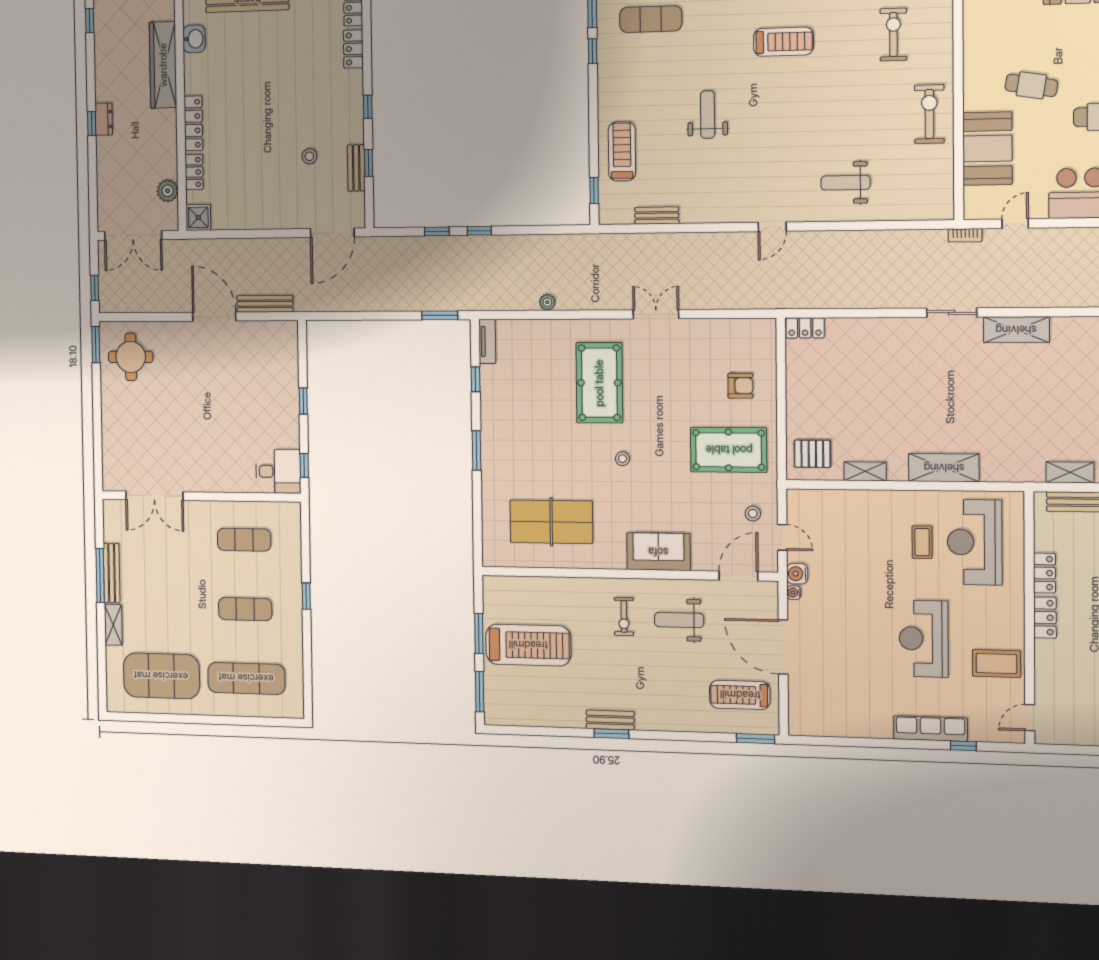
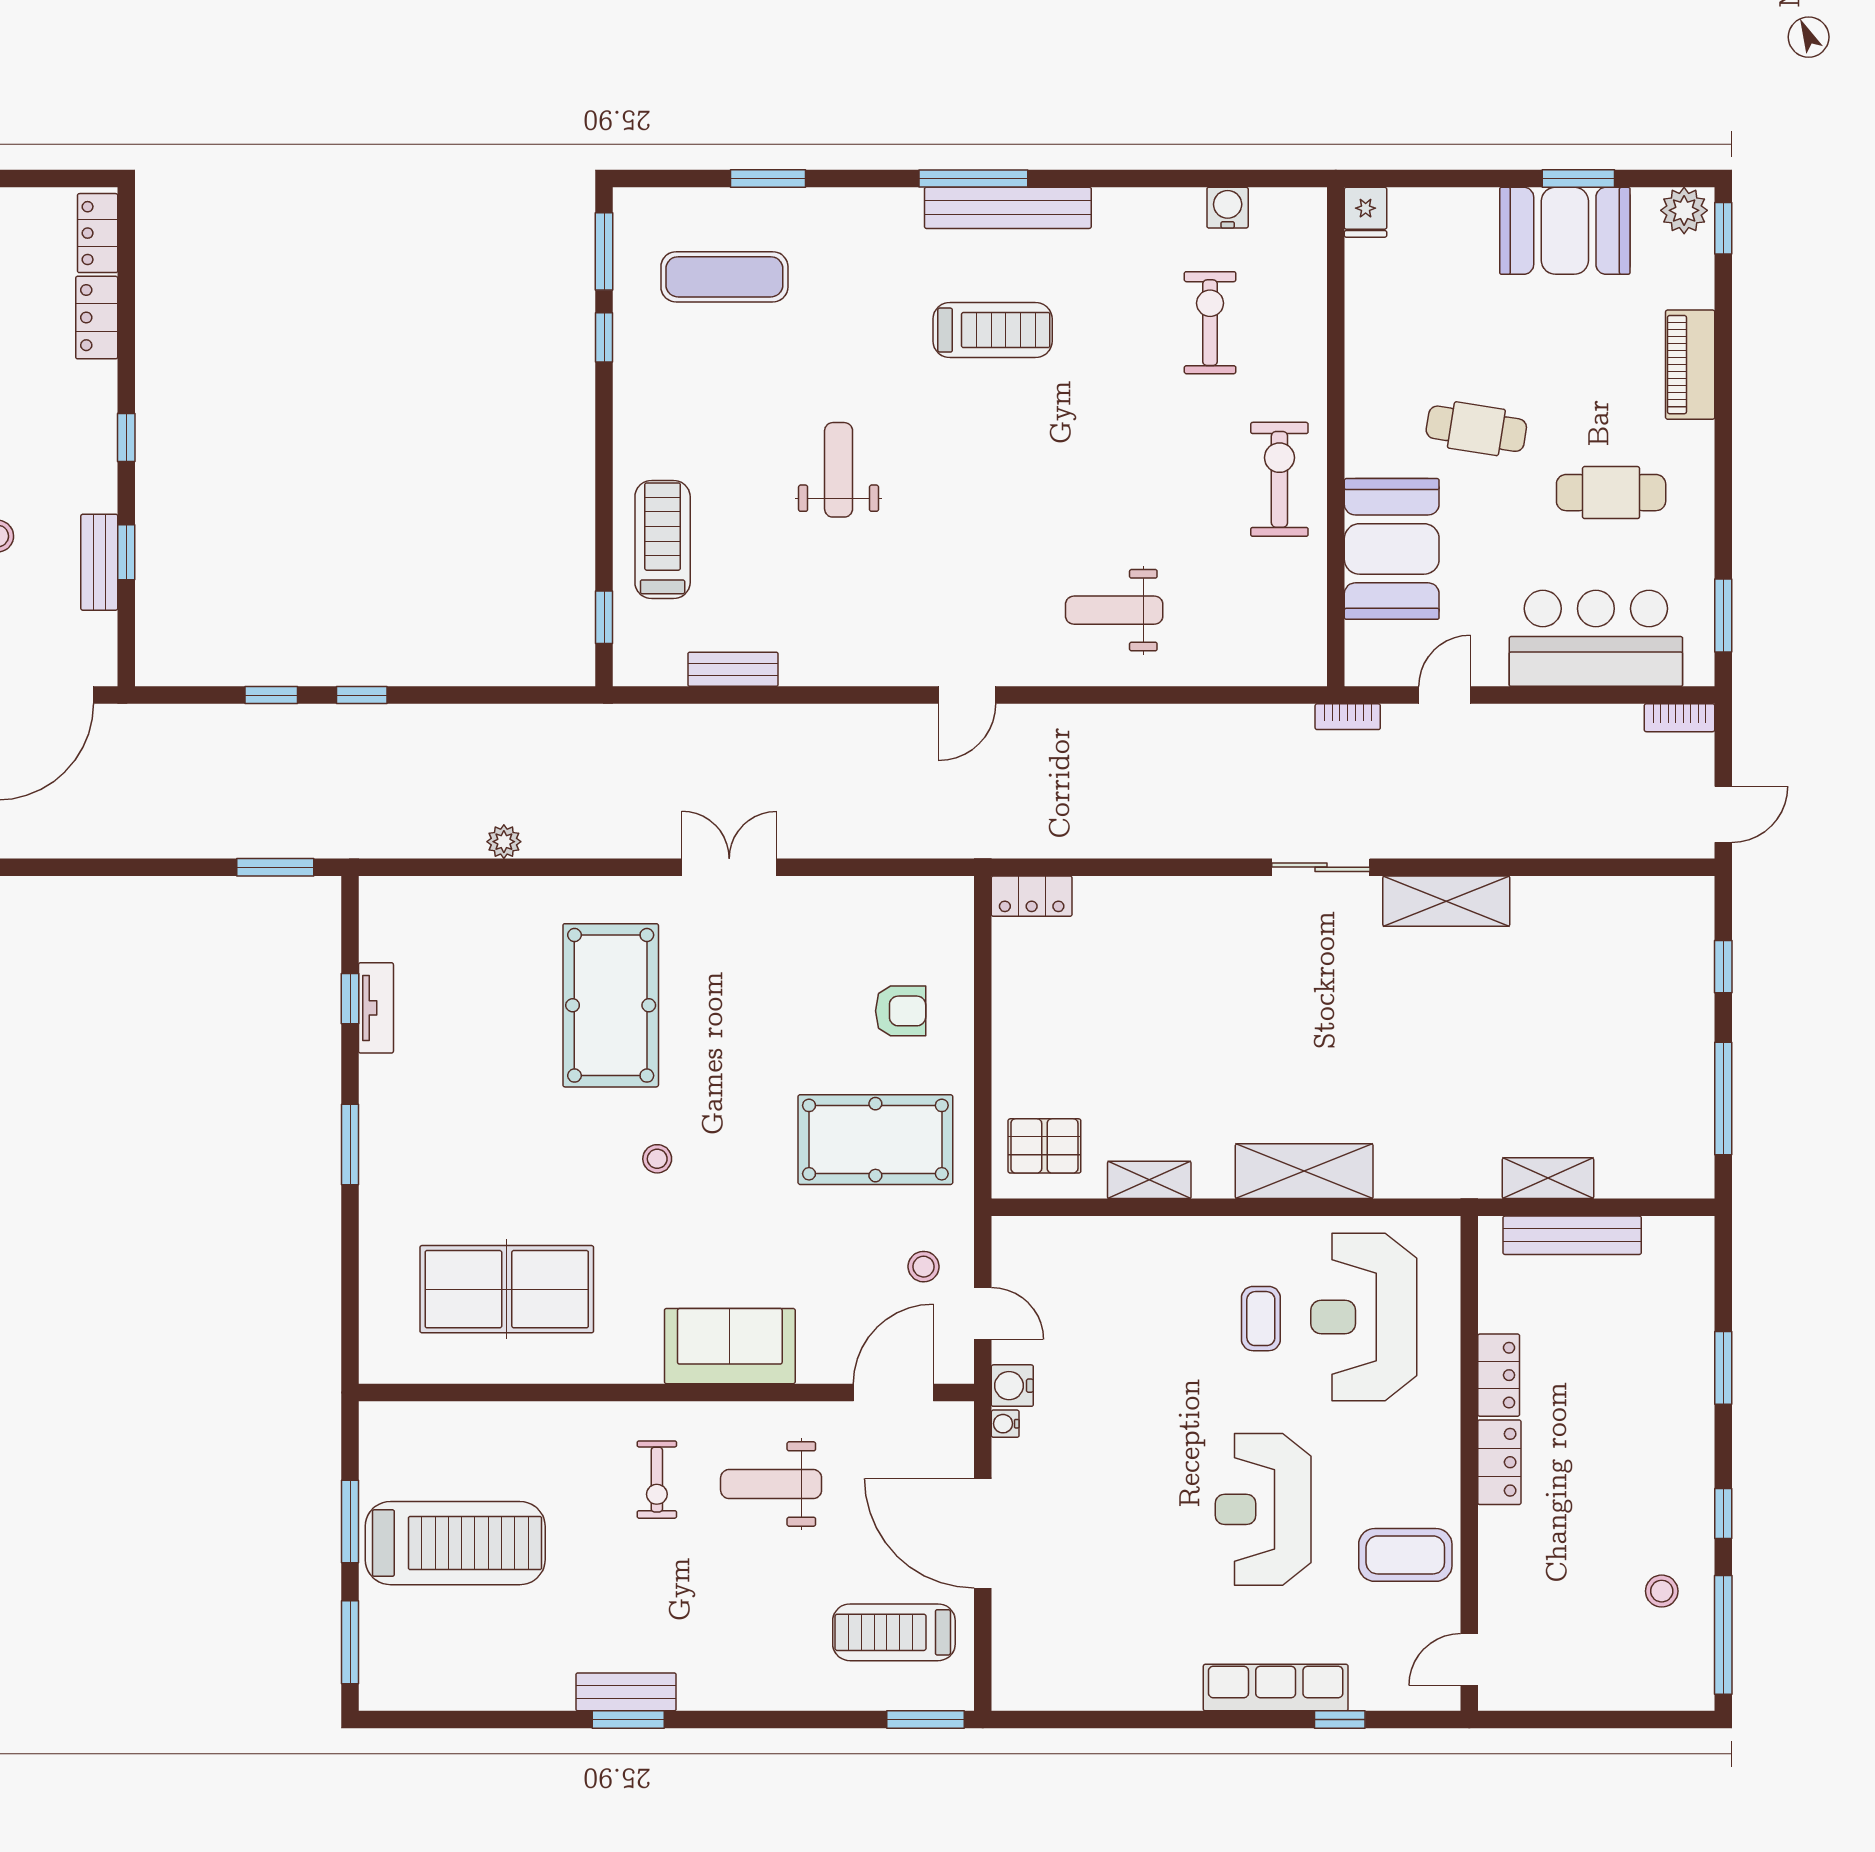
tv unit: (487, 341) -> (376, 1008), moved

